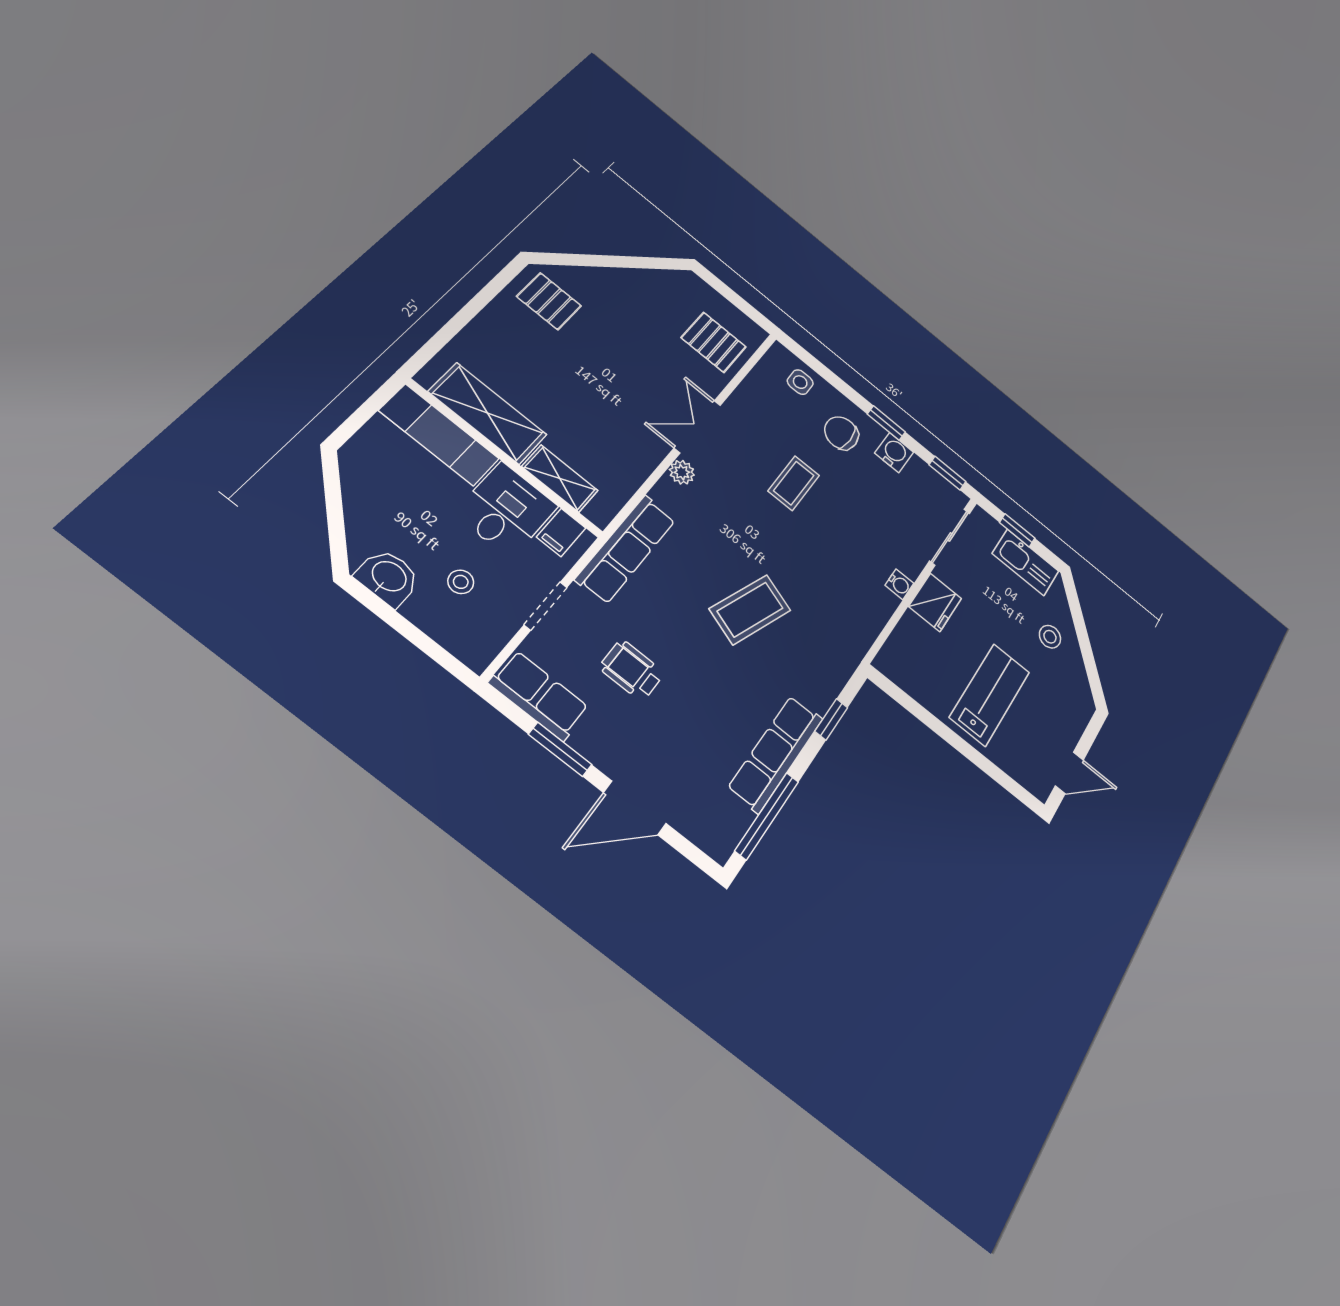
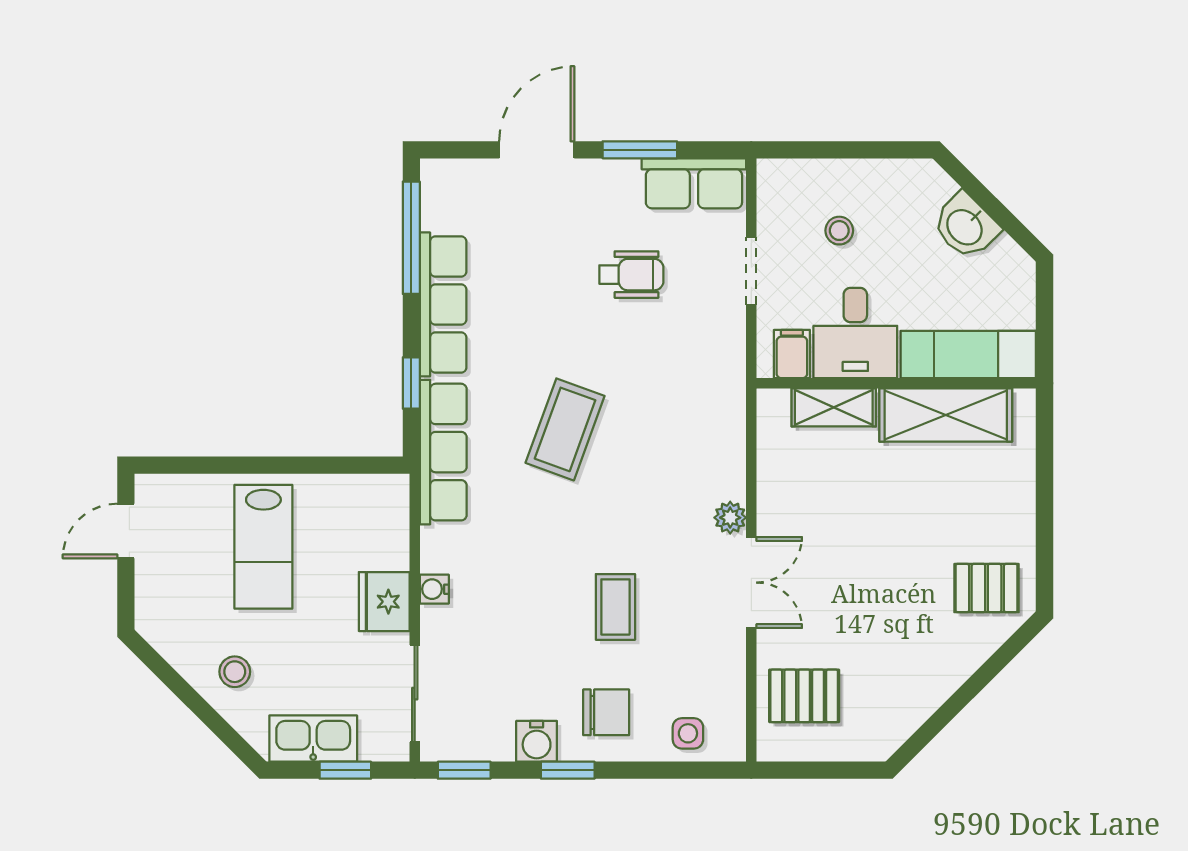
row of seats: (626, 549) -> (443, 452), moved, turned 180
washbasin: (388, 577) -> (966, 226), moved, turned 45

